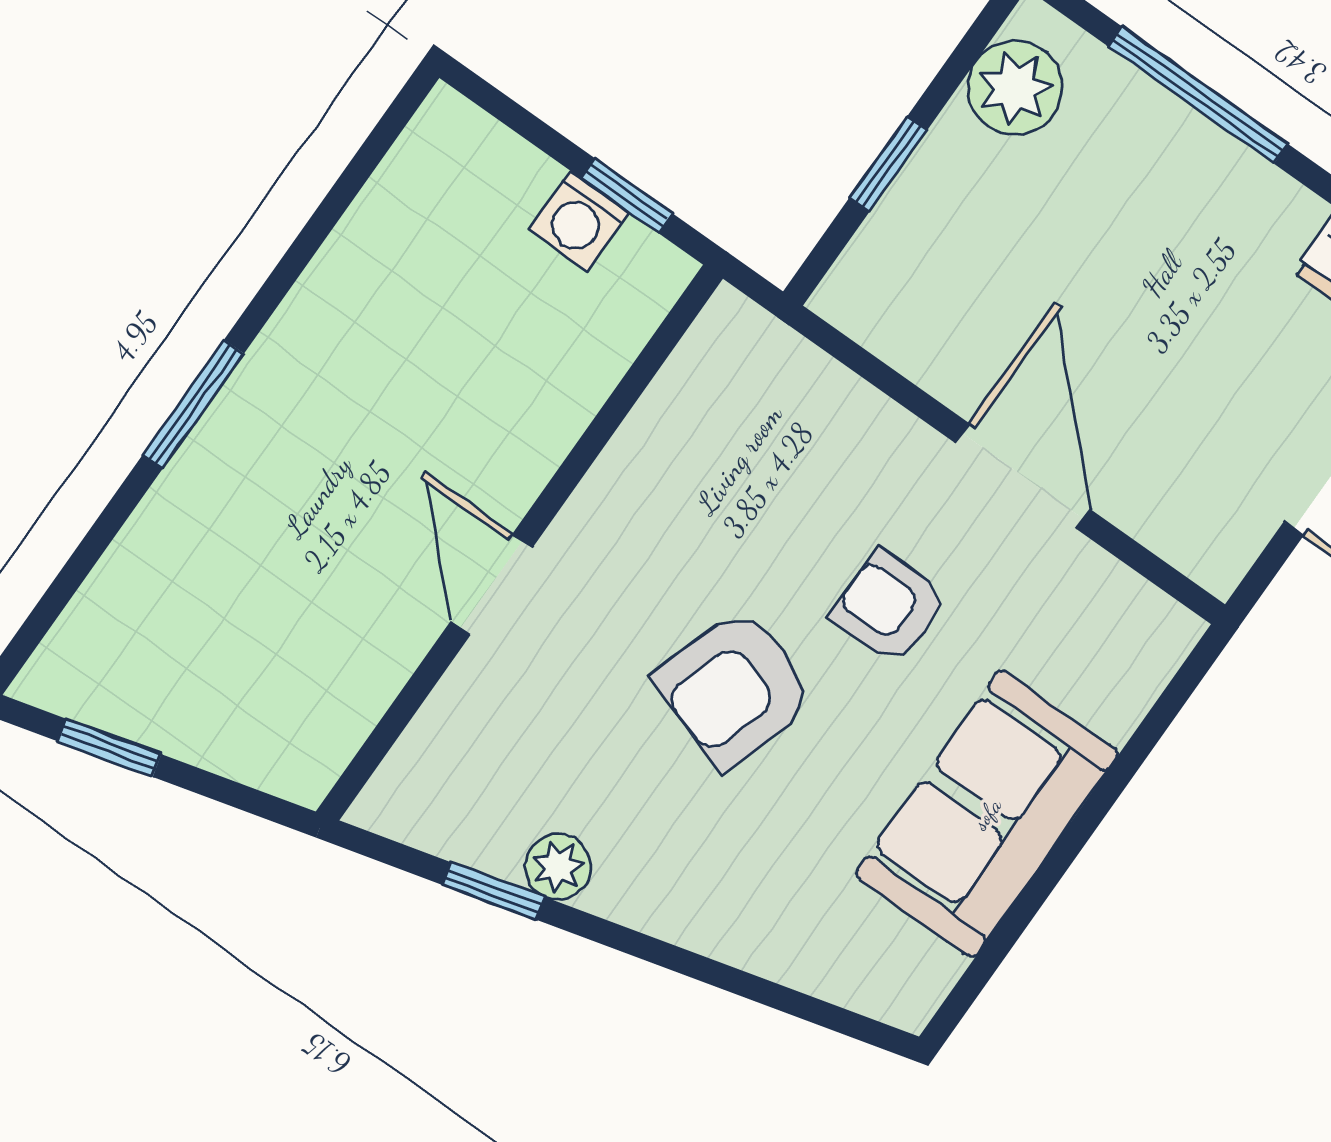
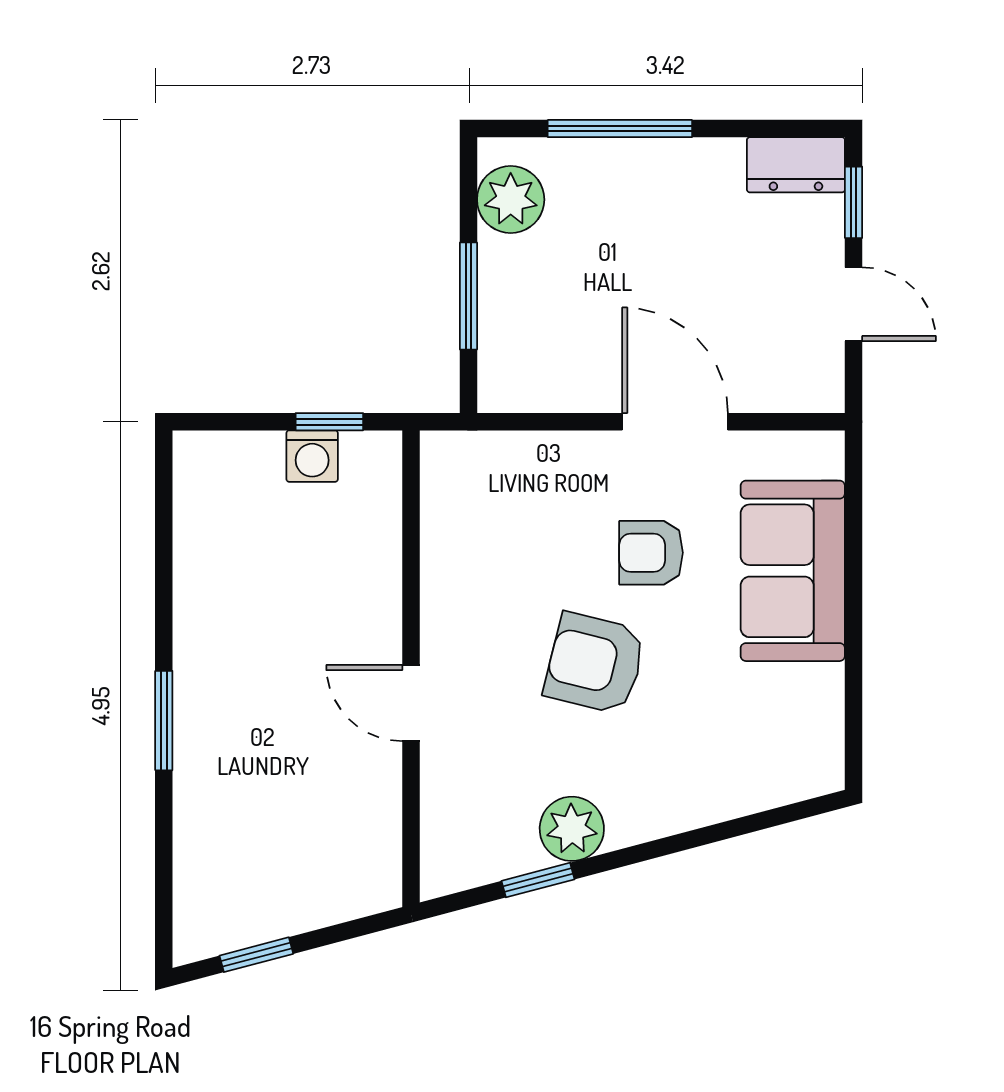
window: (888, 164) -> (468, 296), width x1.50
armchair: (735, 688) -> (595, 663), turned 86
sofa: (987, 814) -> (793, 571), moved
plant: (558, 867) -> (572, 829), width x1.38, depth x1.38

